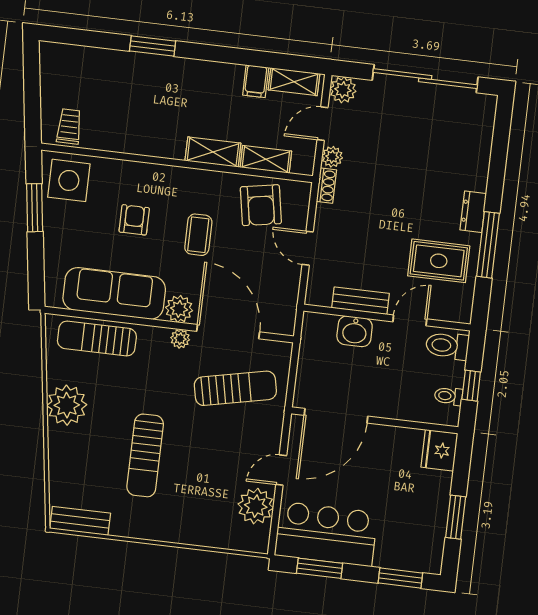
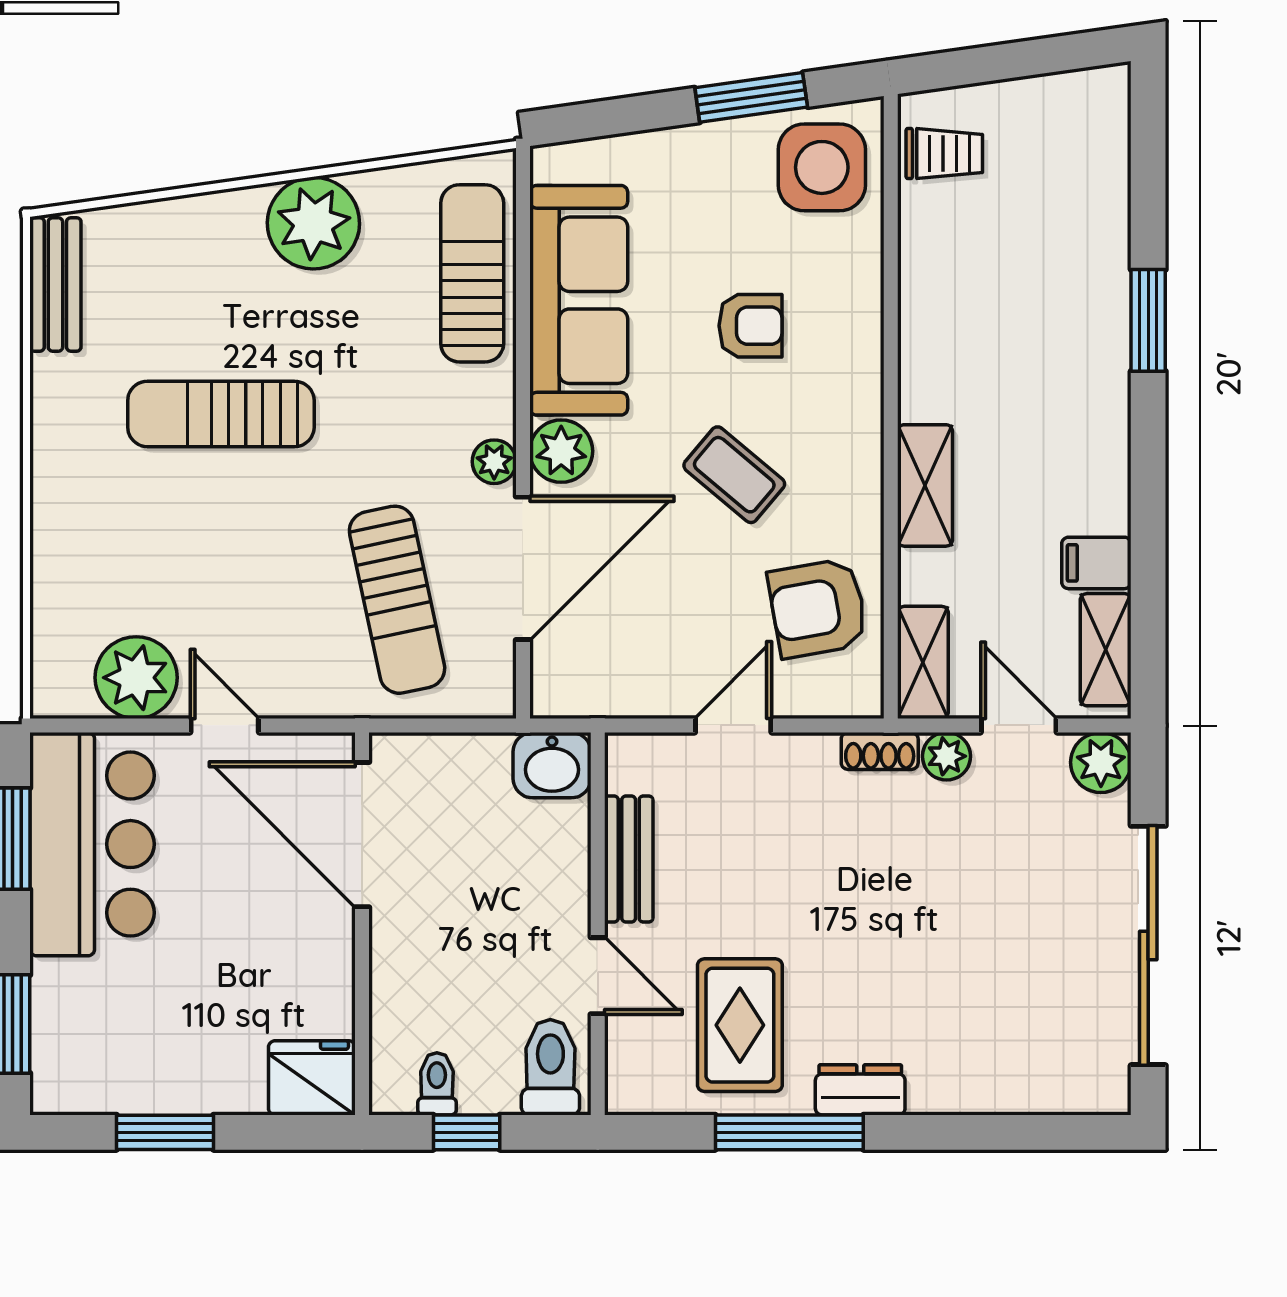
shelving: (266, 159) -> (923, 662), moved
coffee table: (198, 235) -> (734, 475), turned 40
washbasin: (355, 331) -> (552, 765), moved, turned -90

